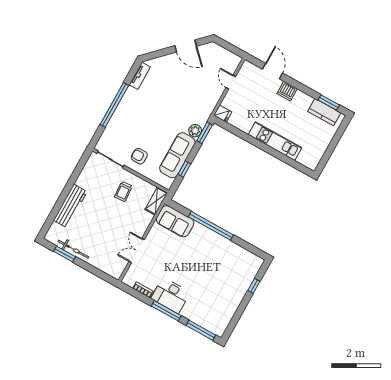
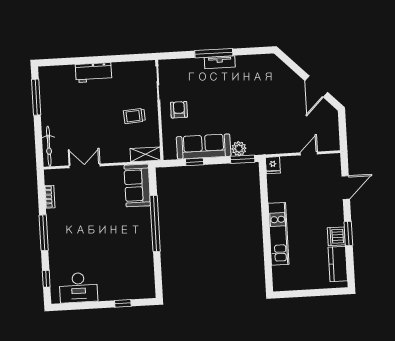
tv unit: (140, 76) -> (220, 62), moved
dishwasher: (287, 91) -> (336, 236), moved
window: (329, 102) -> (348, 233), moved
window: (114, 105) -> (214, 53), width x0.68
workbench: (70, 206) -> (94, 73), width x0.73
bicycle: (73, 249) -> (49, 146), moved
window: (65, 254) -> (36, 97), width x1.44
desk: (171, 295) -> (78, 288), moved, turned -90
window: (201, 330) -> (46, 279), width x0.46

